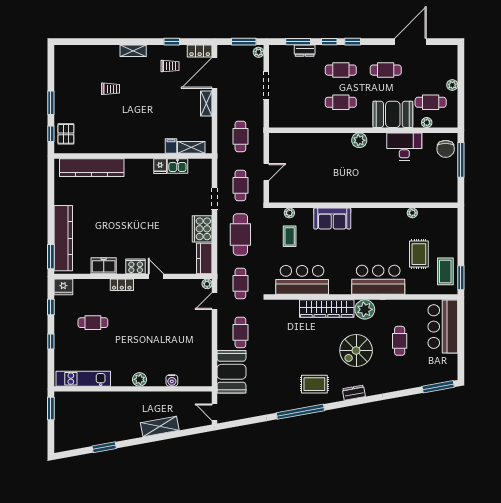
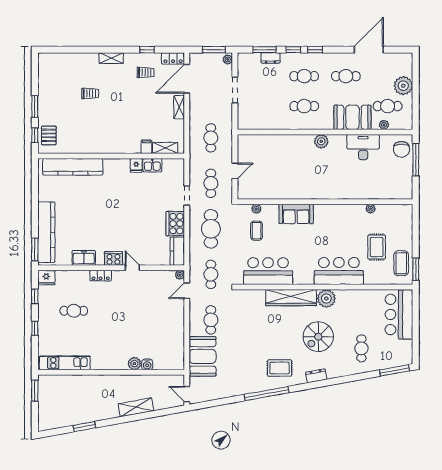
plant: (452, 85) -> (403, 86), width x1.88, depth x1.88
cafe table: (400, 341) -> (361, 348), moved
plant: (139, 379) -> (134, 364), moved

